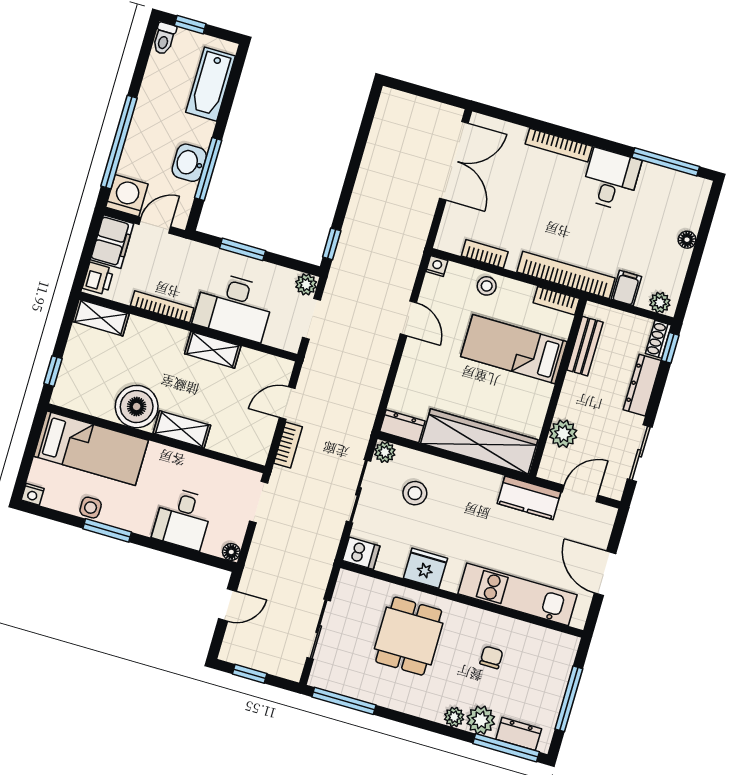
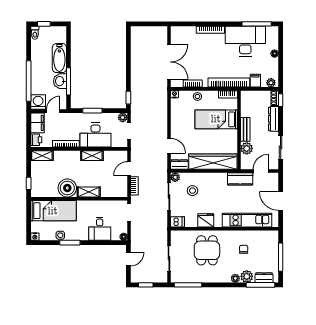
bathtub: (211, 84) -> (59, 58), moved
double door: (454, 161) -> (169, 62), moved
desk: (611, 179) -> (245, 41), width x1.87, depth x1.30
door: (408, 318) -> (169, 146), moved
bench: (585, 346) -> (245, 129), moved

